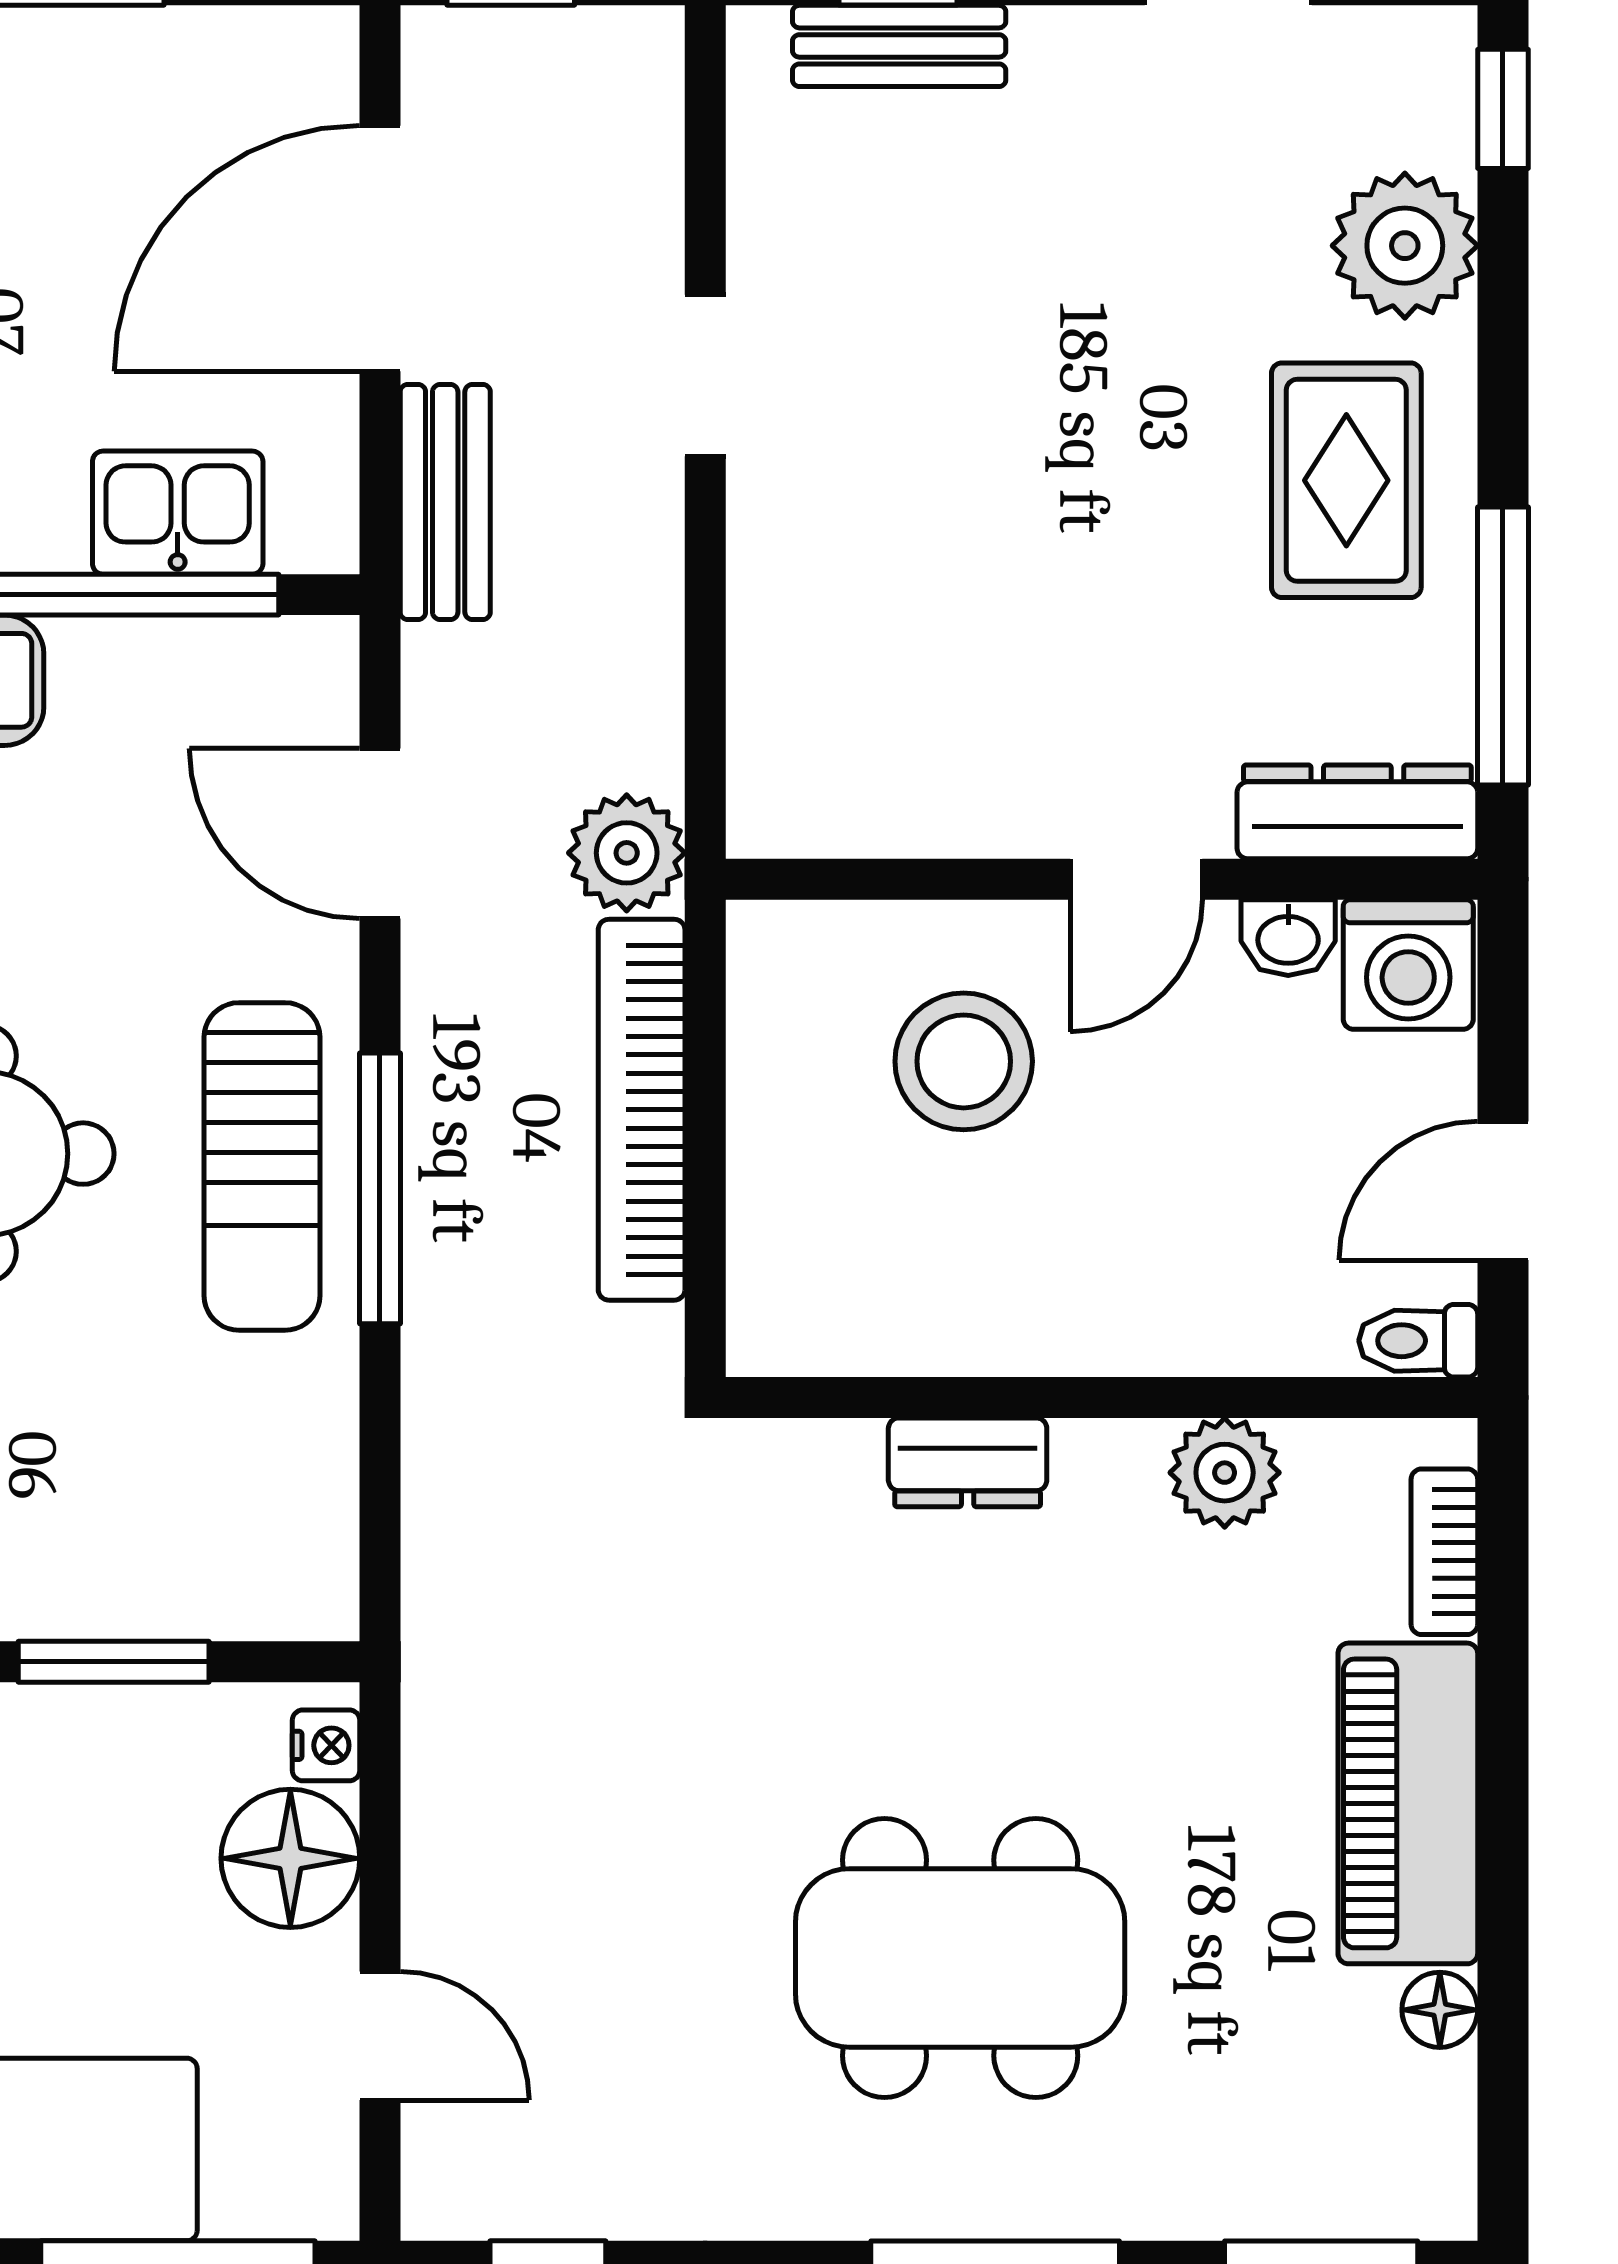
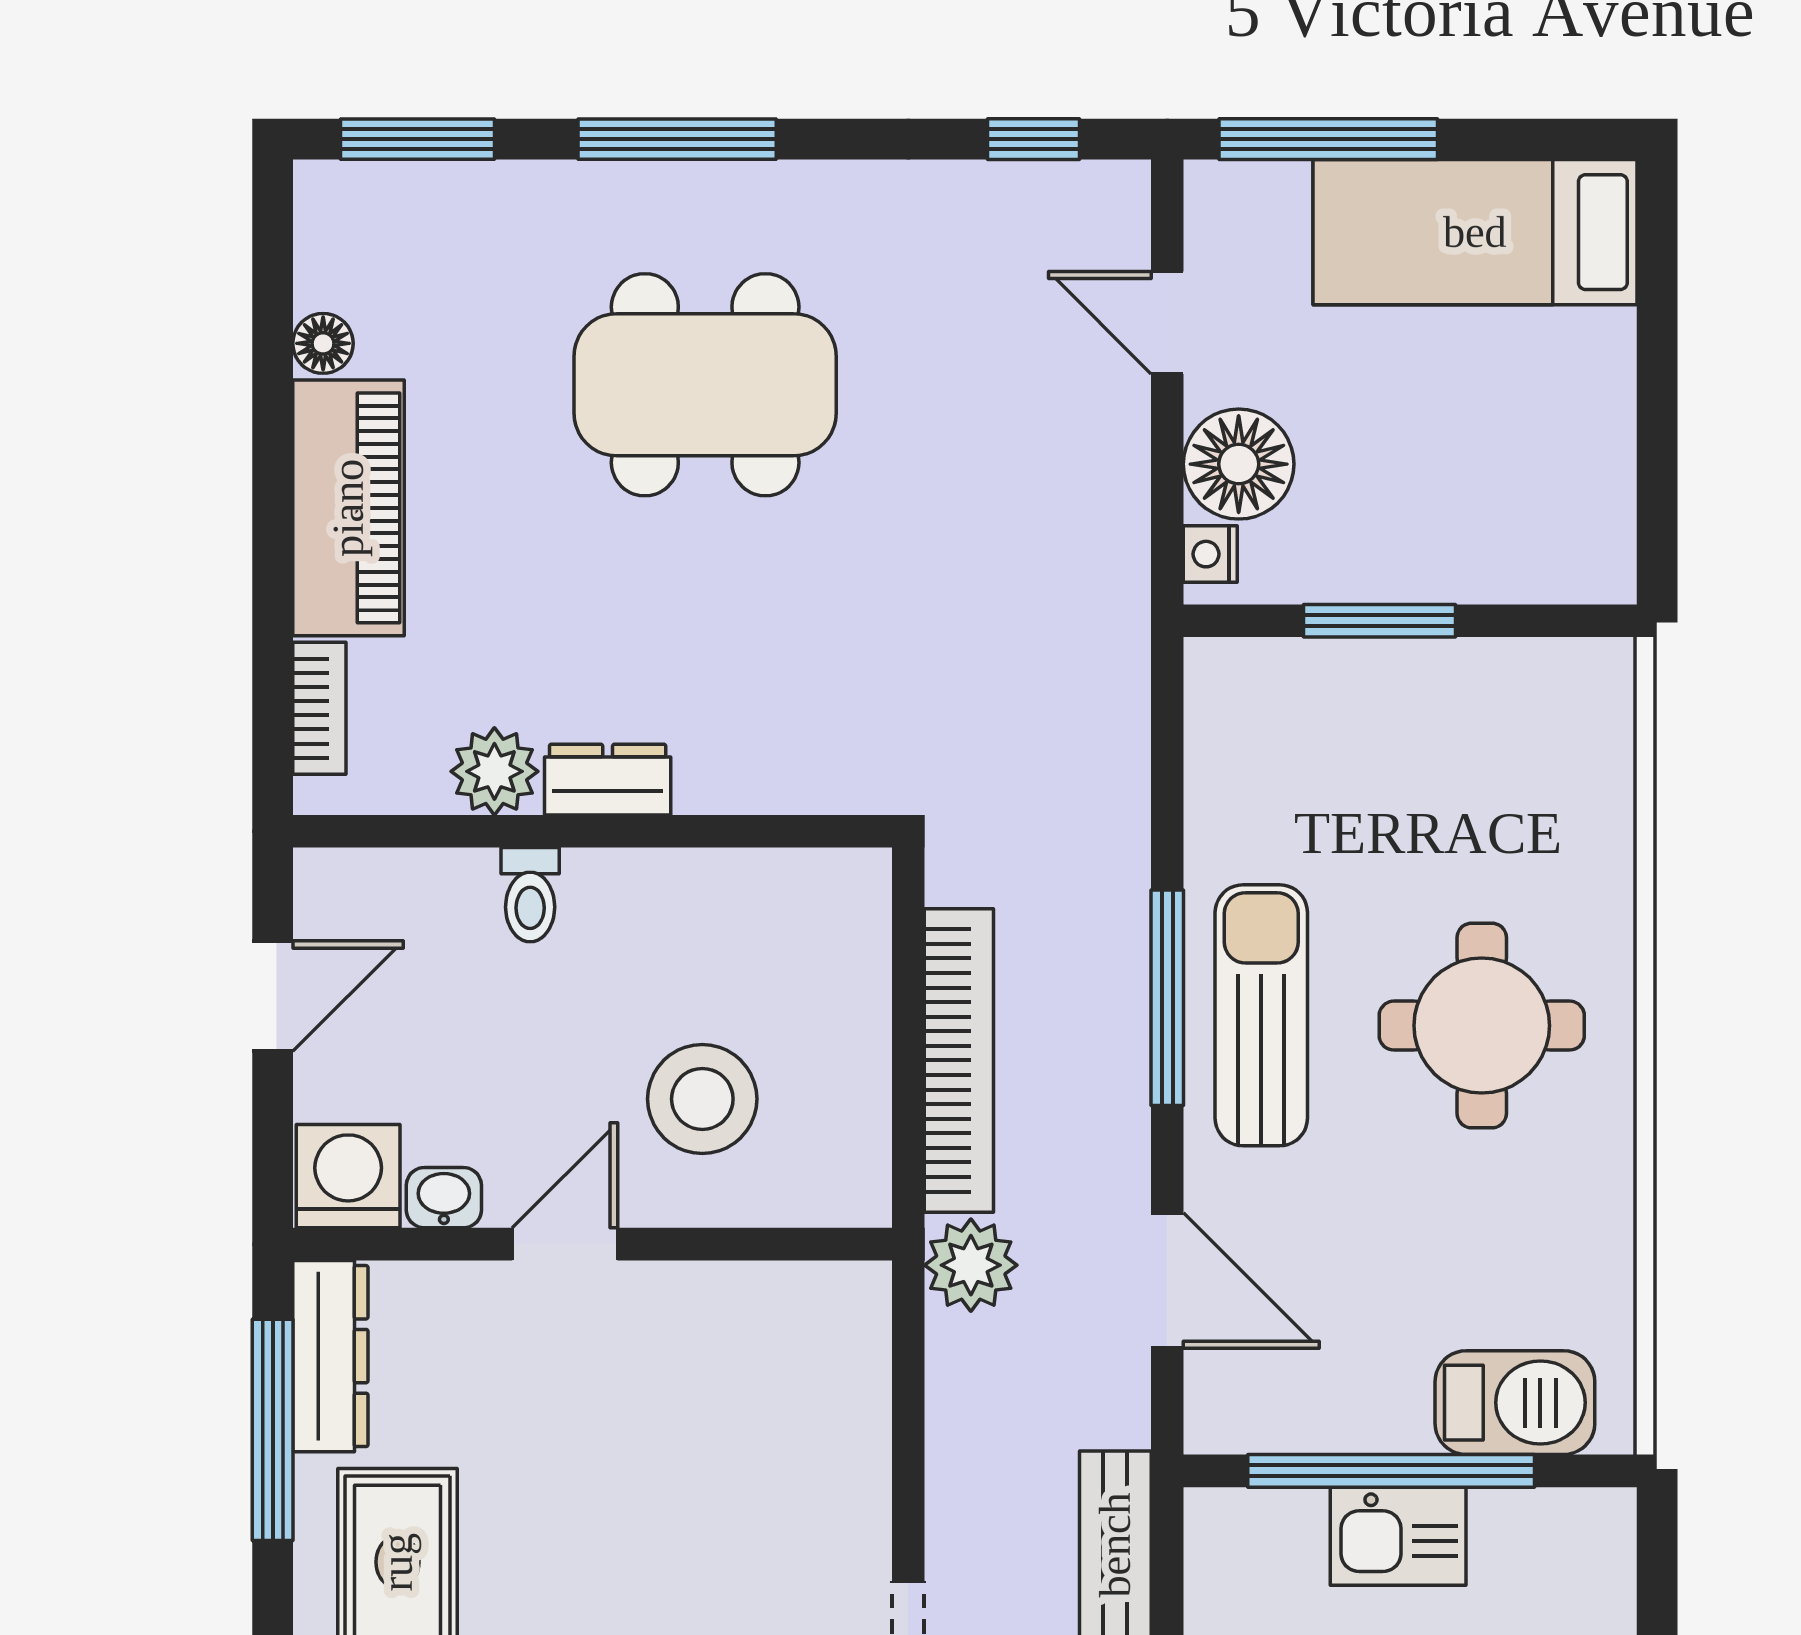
kitchen sink: (178, 513) -> (1398, 1536), moved
dresser: (1357, 812) -> (330, 1356), moved, turned -90
toilet: (1418, 1341) -> (530, 895), moved, turned 90
dresser: (968, 1462) -> (608, 780), moved

